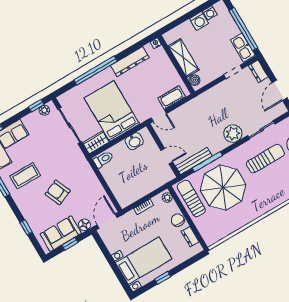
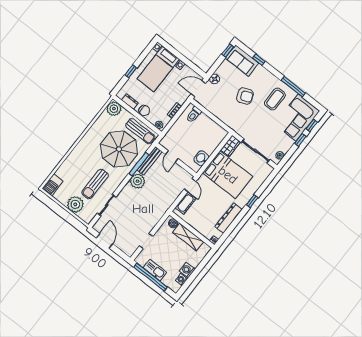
kitchen sink: (243, 47) -> (155, 270), moved
window: (95, 71) -> (252, 201), width x0.32
dresser: (258, 71) -> (127, 249), removed
window: (36, 106) -> (300, 140), moved
door: (159, 116) -> (190, 185), swing flipped
plant: (233, 134) -> (137, 181), moved
door: (167, 156) -> (172, 156), hinge flipped
toilet: (103, 159) -> (194, 115), moved
door: (107, 221) -> (198, 89), swing flipped
sofa: (61, 234) -> (242, 61), moved, turned 90
plant: (211, 235) -> (114, 109), added
window: (70, 244) -> (228, 51), moved
window: (163, 278) -> (131, 71), moved

